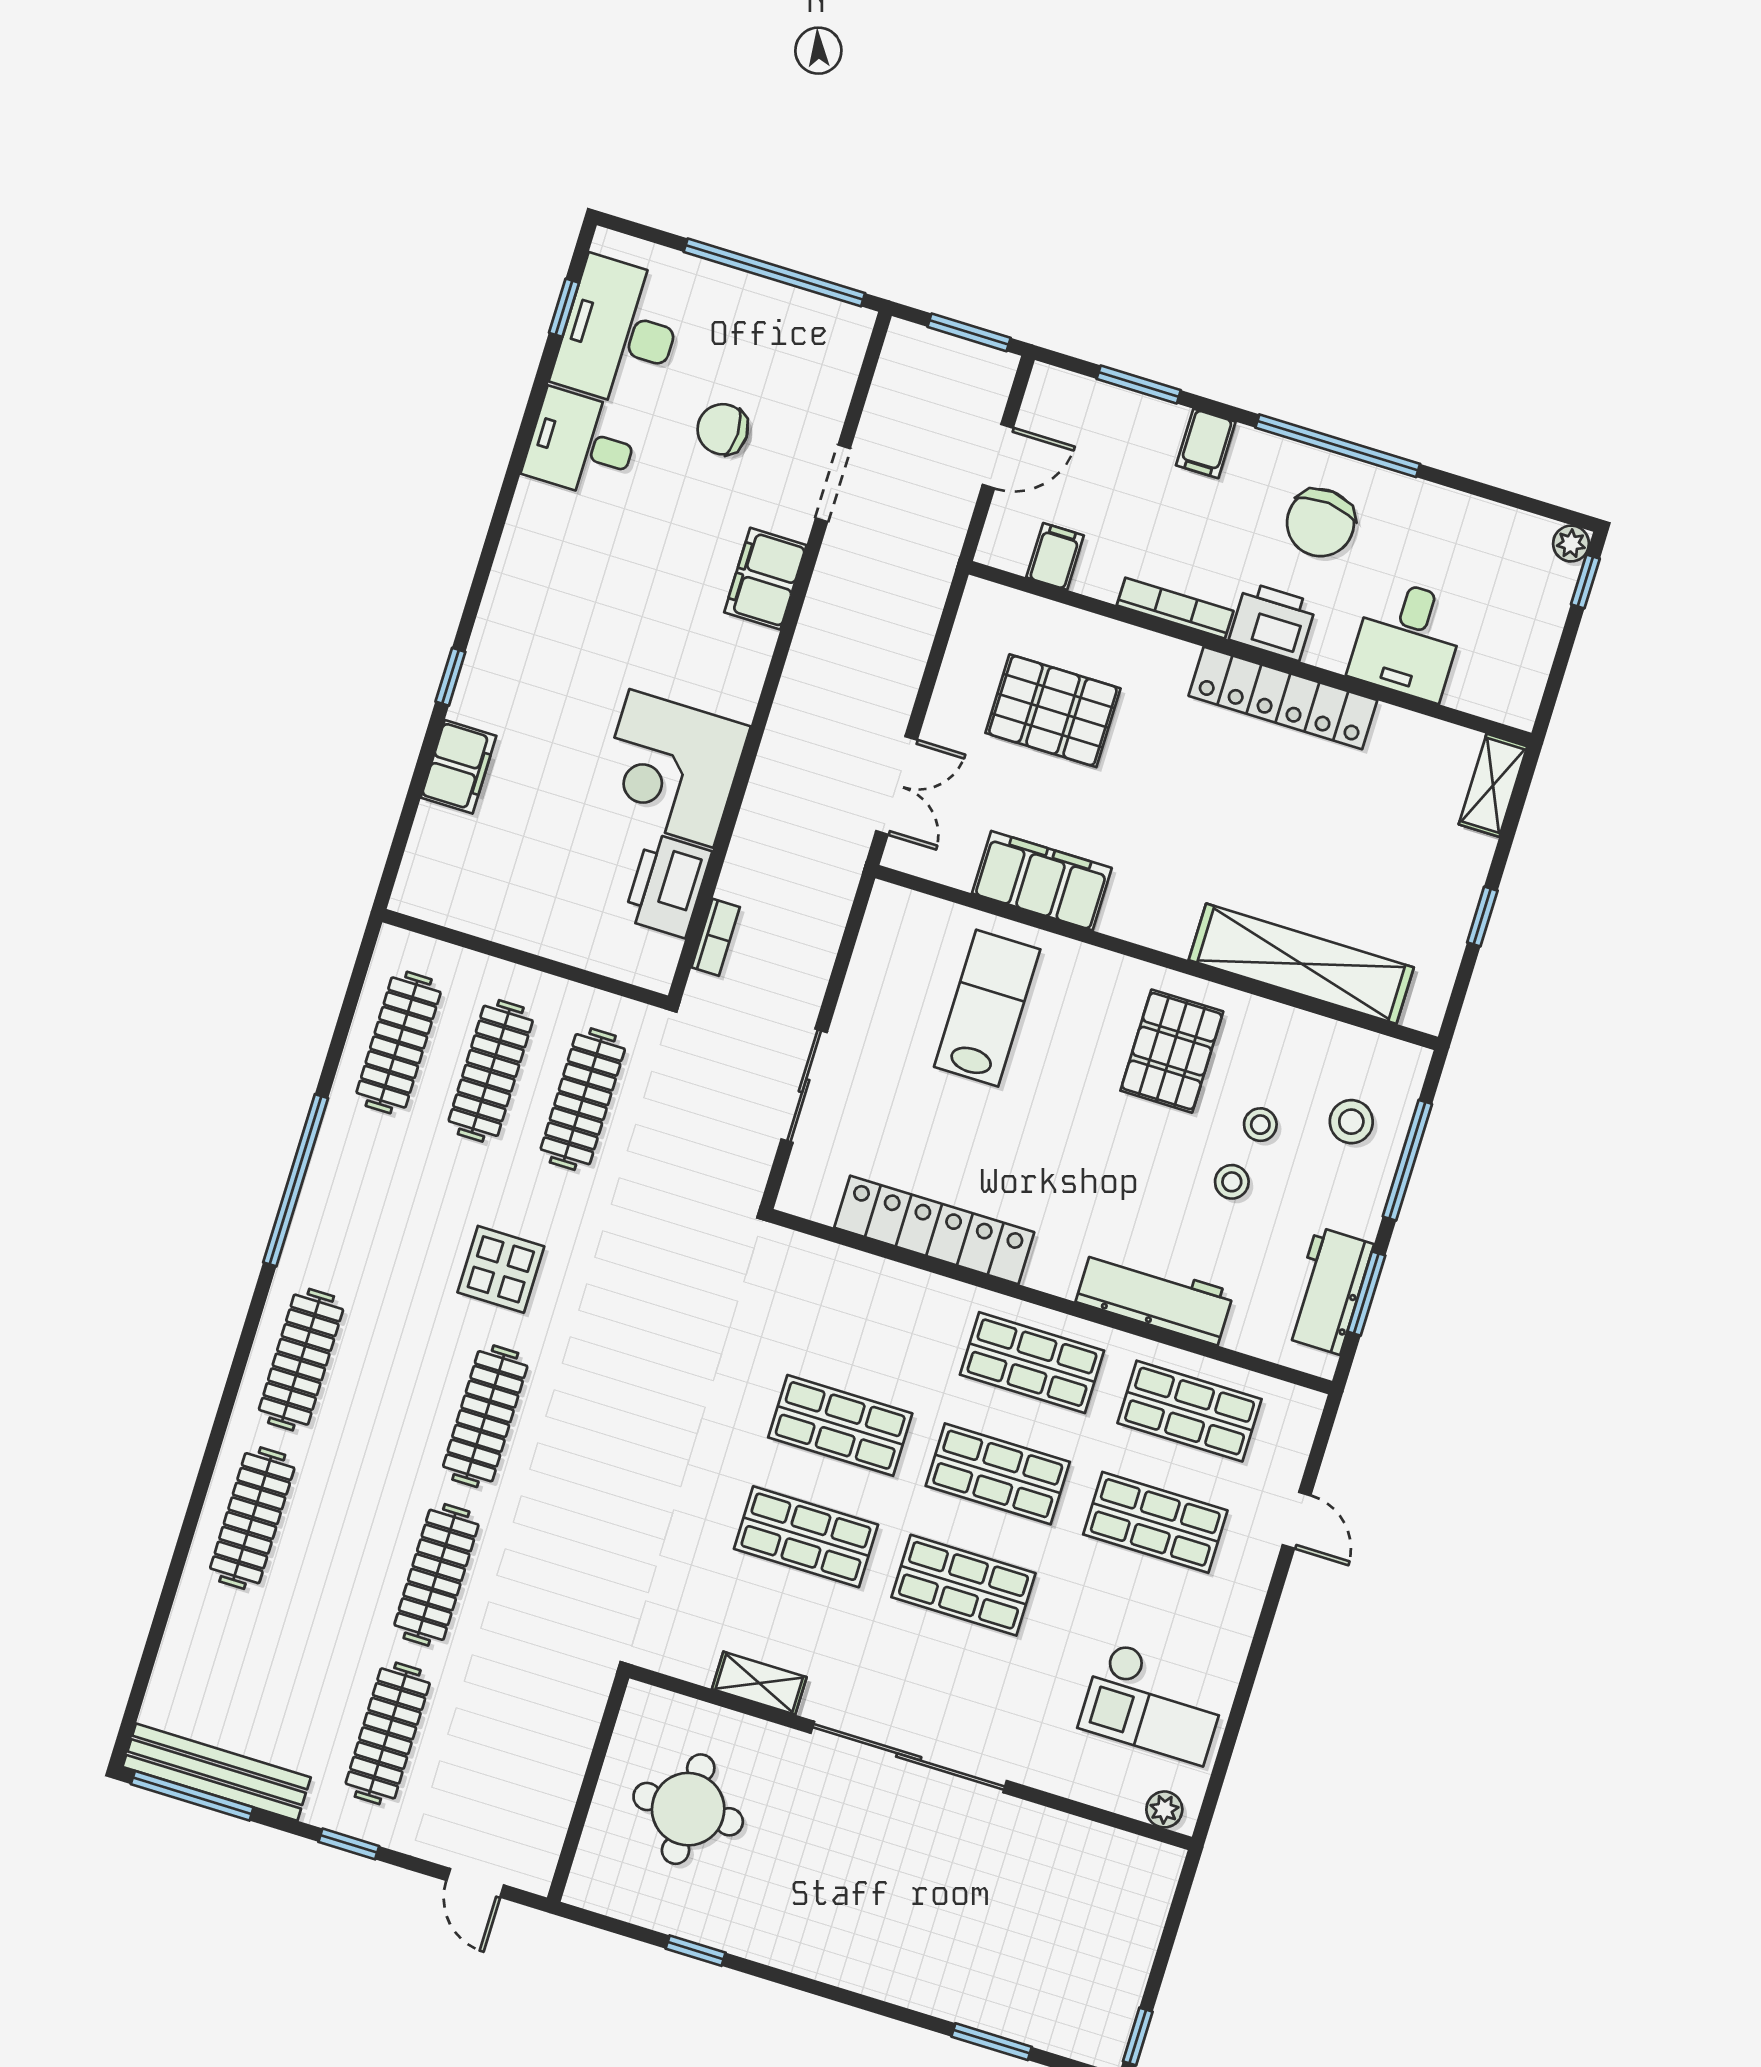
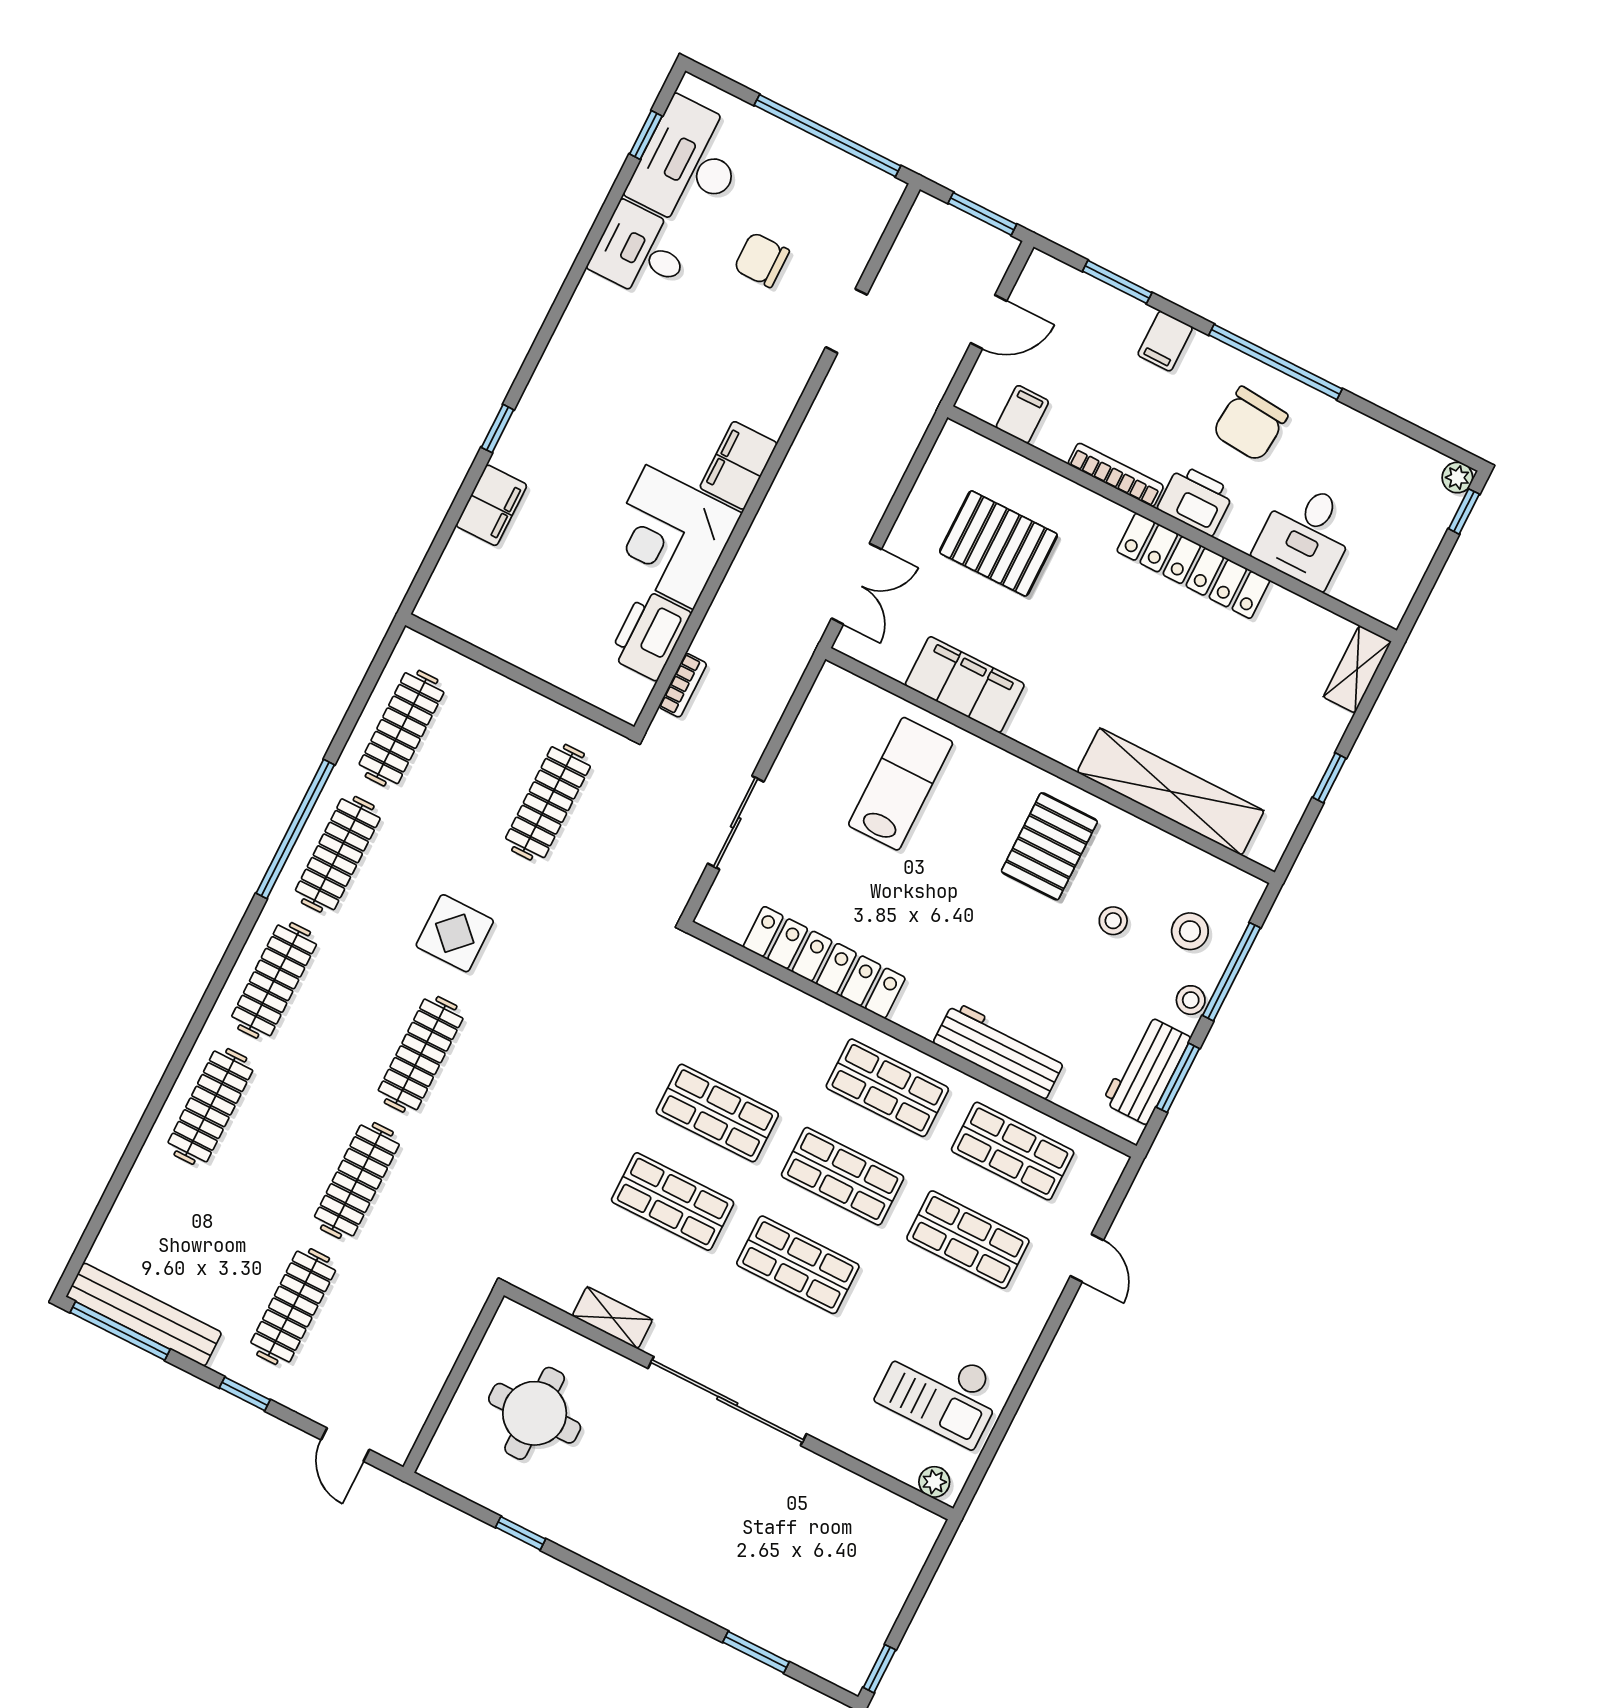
filing cabinet: (765, 579) -> (739, 465), moved
clothes rail: (491, 1071) -> (338, 854), moved
stool: (1232, 1182) -> (1191, 1000), moved

